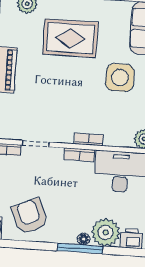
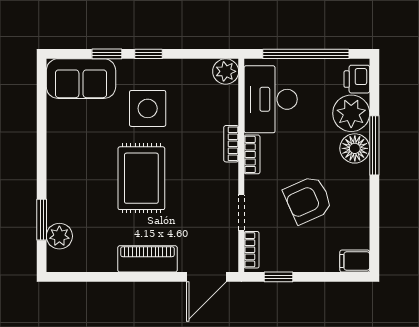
rug: (70, 38) -> (141, 178), moved
armchair: (30, 216) -> (308, 200), moved
floor lamp: (84, 239) -> (355, 148), width x1.89, depth x1.89

